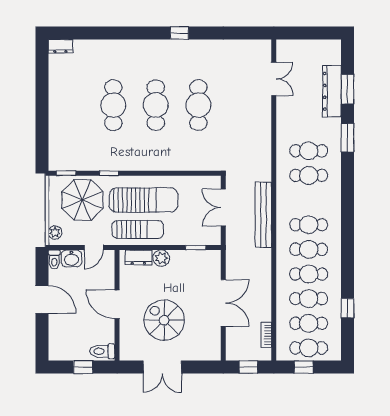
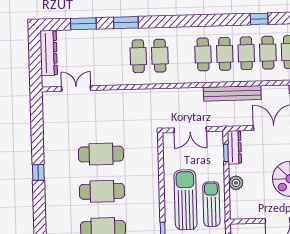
dresser: (332, 91) -> (49, 53), moved, turned -90
bench: (263, 215) -> (232, 93), moved
dresser: (138, 257) -> (234, 147), moved, width x1.44
window: (347, 308) -> (259, 19), moved

